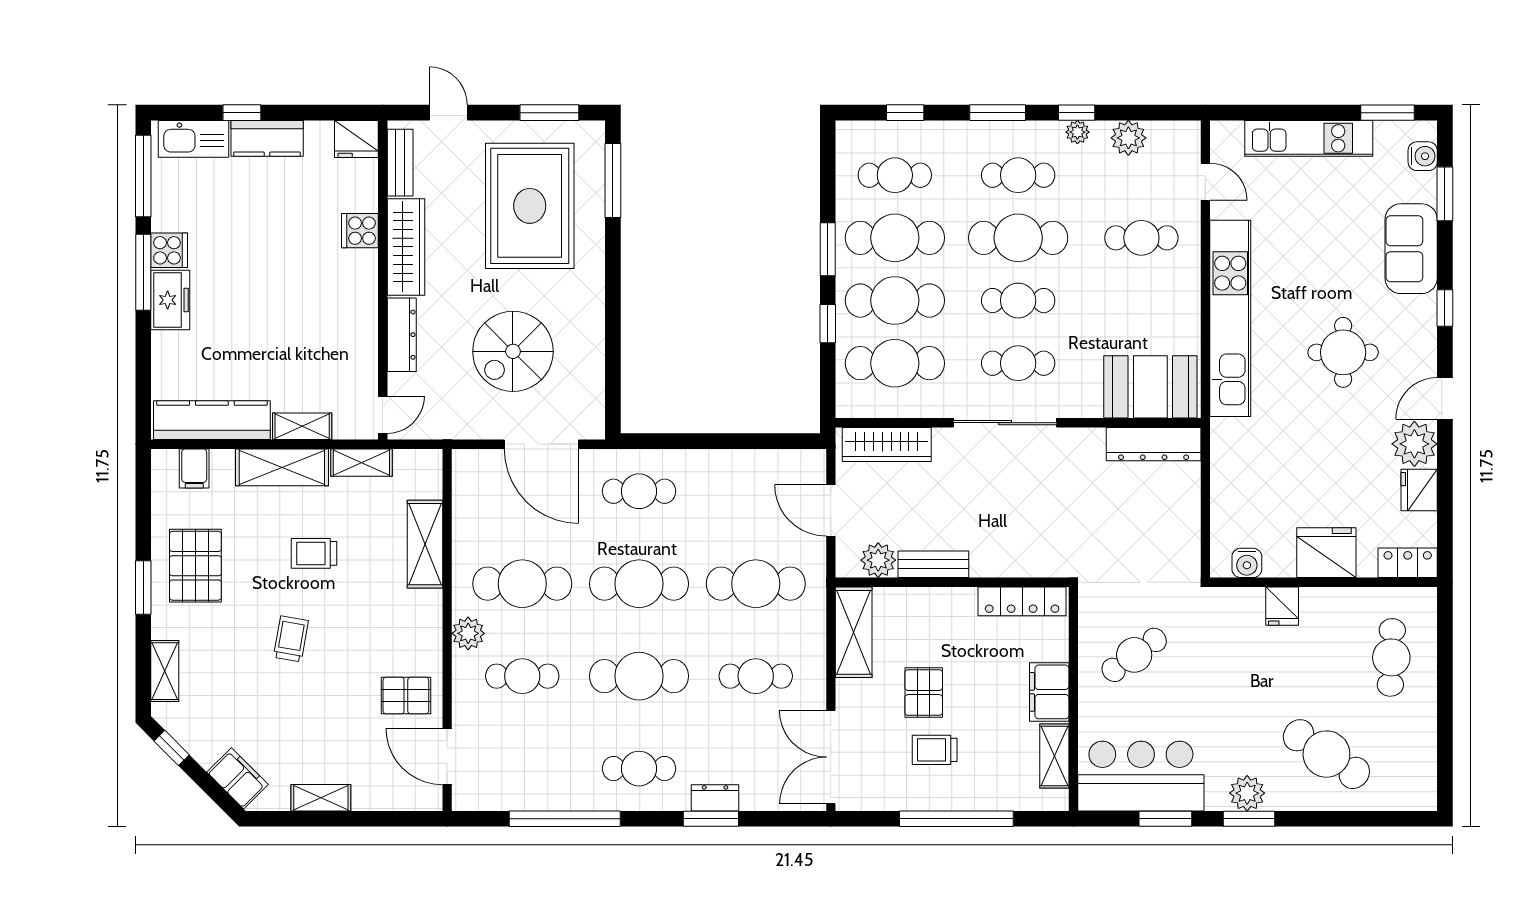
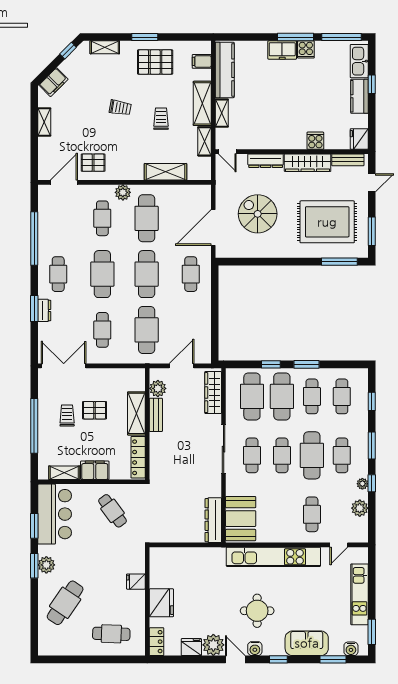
cafe table: (895, 238) -> (312, 396), width x0.73, depth x0.74
water cooler: (1247, 563) -> (255, 649), moved, turned -90
shelving: (854, 632) -> (136, 413), moved, turned 90
pallet: (406, 696) -> (93, 163), turned 90

